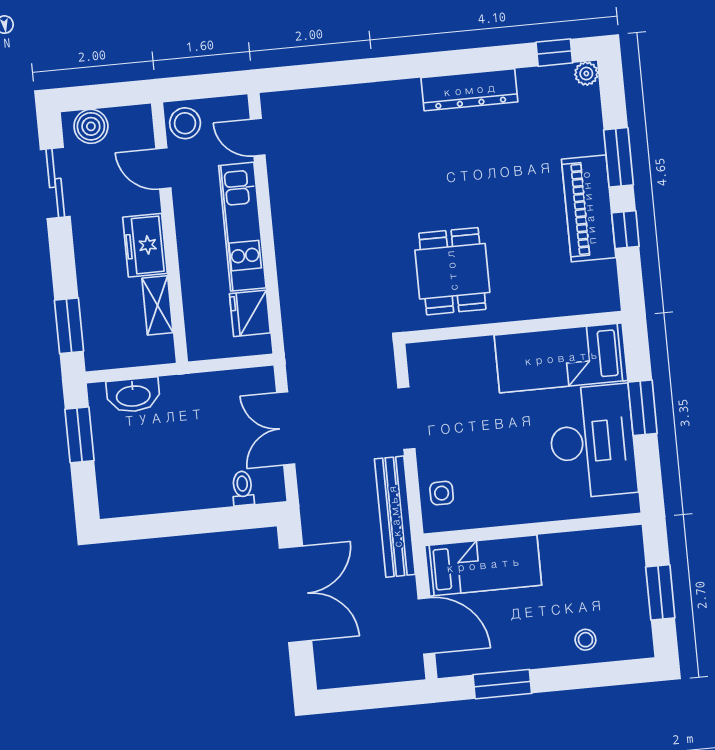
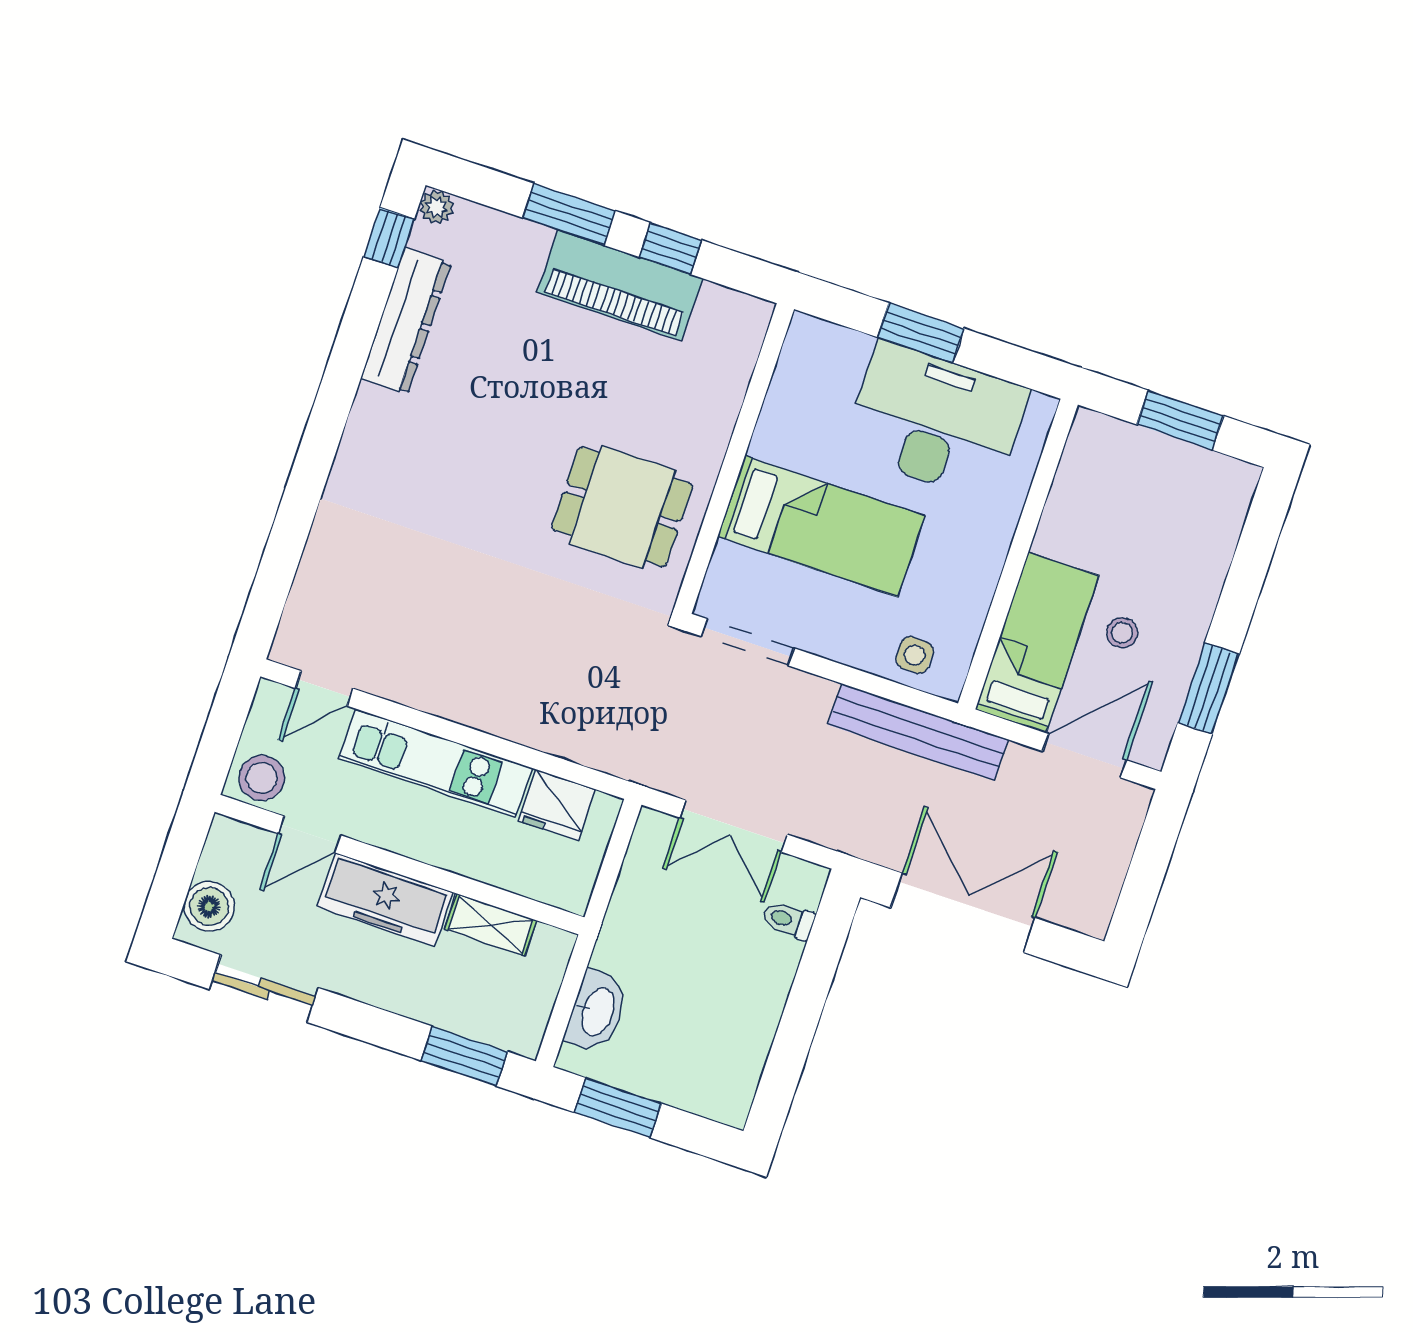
dresser: (469, 90) -> (406, 321), moved
freezer: (145, 245) -> (385, 900), width x1.40
bed: (561, 358) -> (821, 526), moved, turned -90
doorway: (406, 418) -> (748, 642), moved
stool: (585, 640) -> (1122, 633), moved

